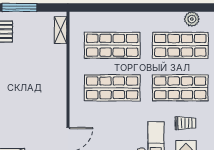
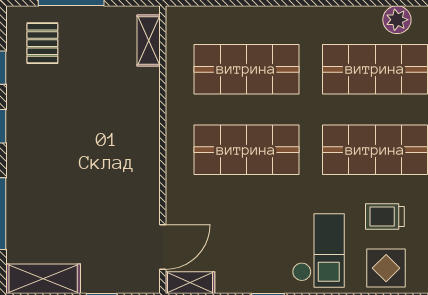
trolley: (185, 123) -> (385, 216), turned 180

